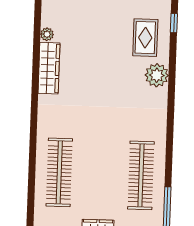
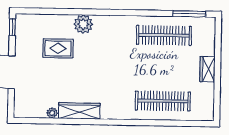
window: (174, 23) -> (41, 11), removed
rug: (145, 38) -> (58, 48), moved

